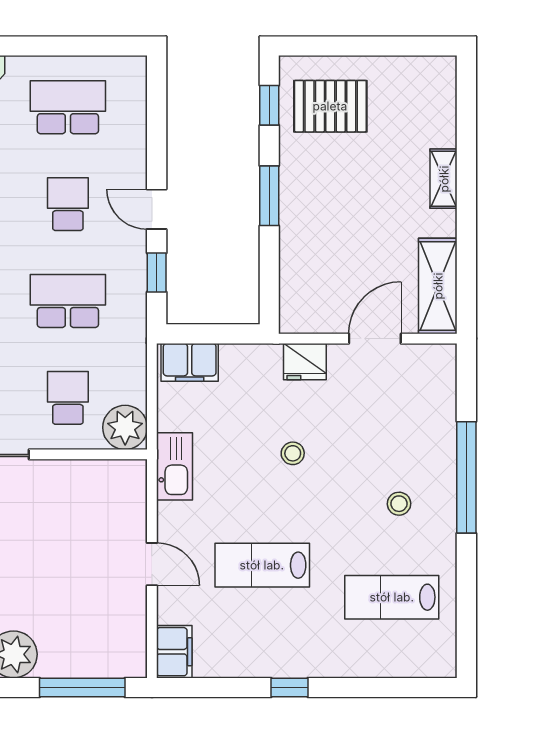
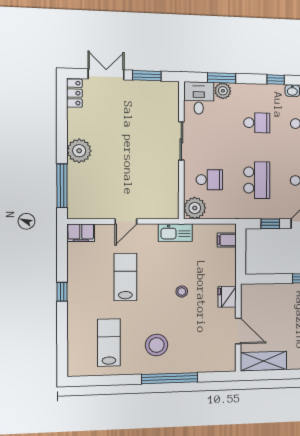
filing cabinet: (190, 362) -> (227, 240), width x0.50
stool: (399, 504) -> (157, 345), width x1.89, depth x1.89

